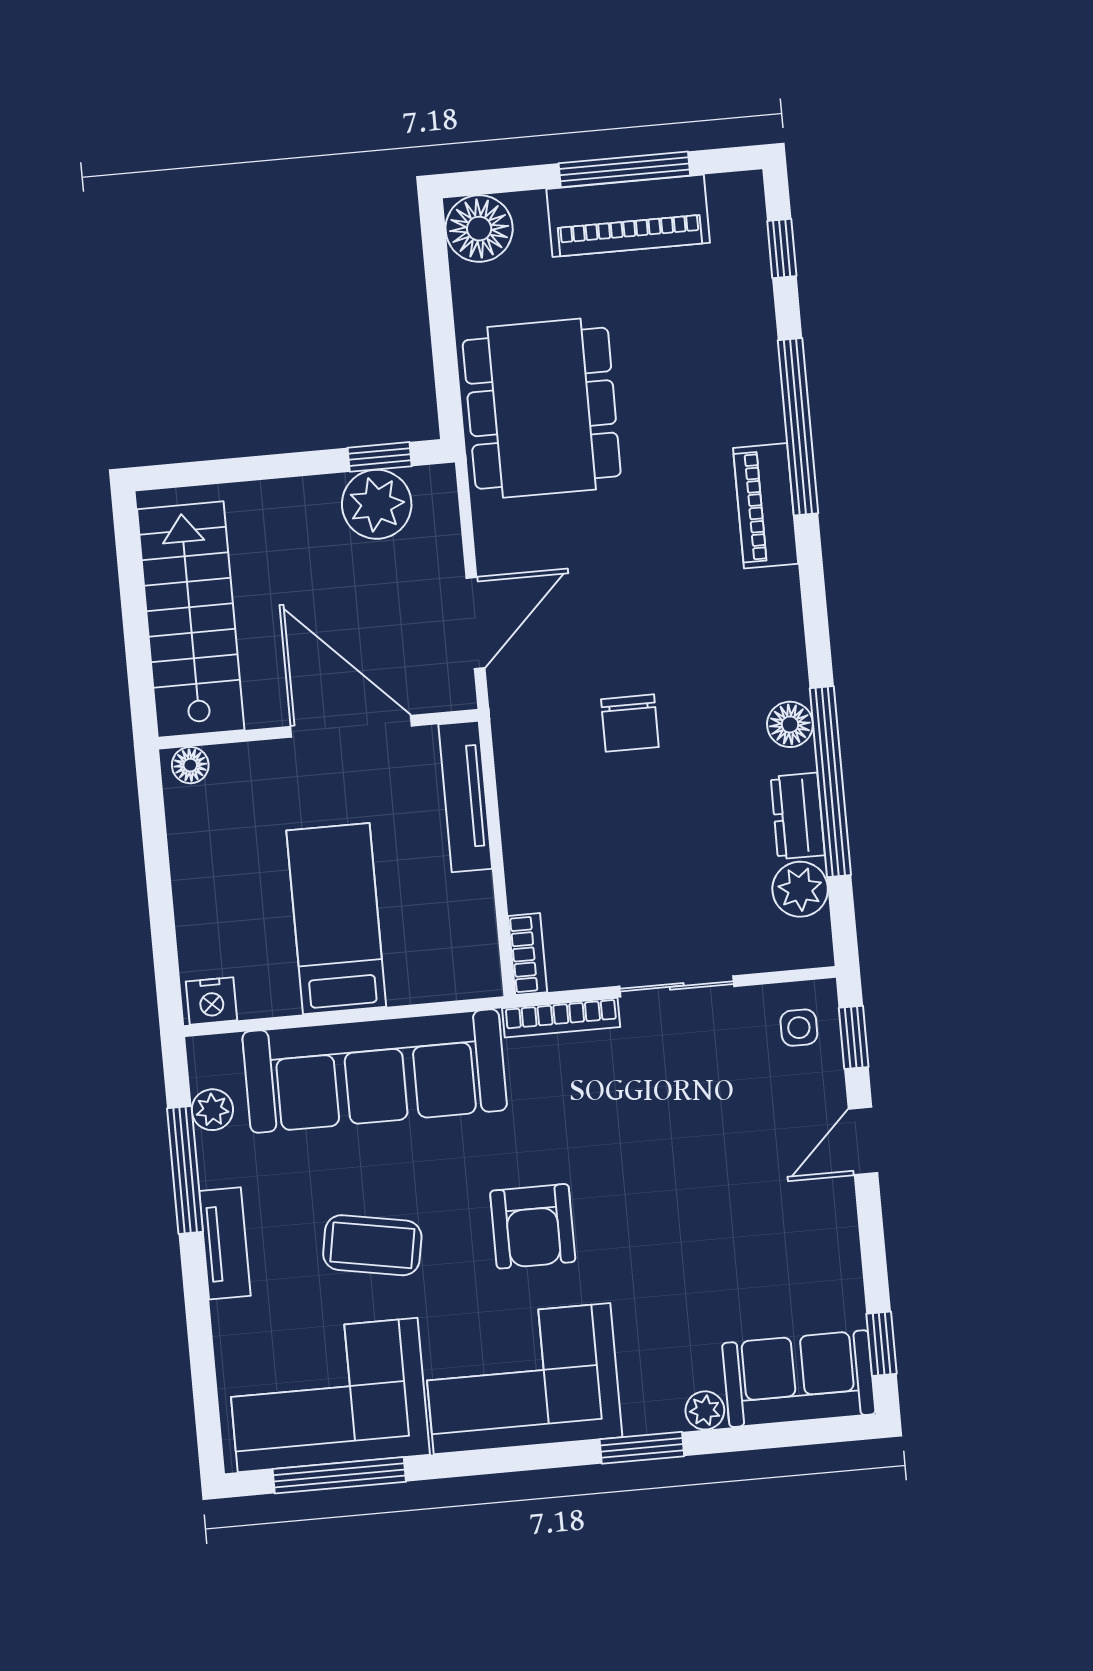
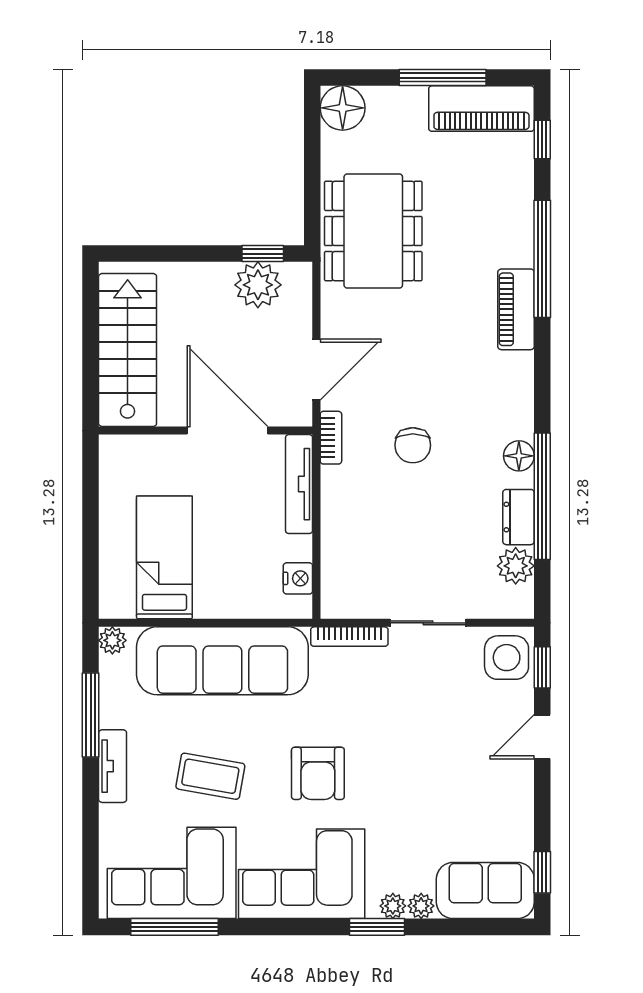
piano: (628, 216) -> (481, 109), moved
floor lamp: (190, 765) -> (119, 447), removed
bed: (336, 919) -> (164, 557), moved
bookcase: (528, 954) -> (331, 438), moved
nightstand: (211, 1001) -> (298, 578), moved, turned -90
side table: (799, 1028) -> (507, 658), width x1.87, depth x1.87
plant: (212, 1110) -> (112, 640), moved
plant: (663, 1414) -> (393, 906), added

